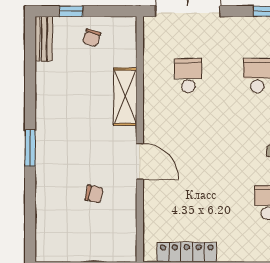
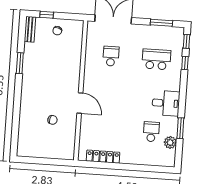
shelving: (125, 97) -> (74, 66), removed
window: (30, 148) -> (20, 63), moved

